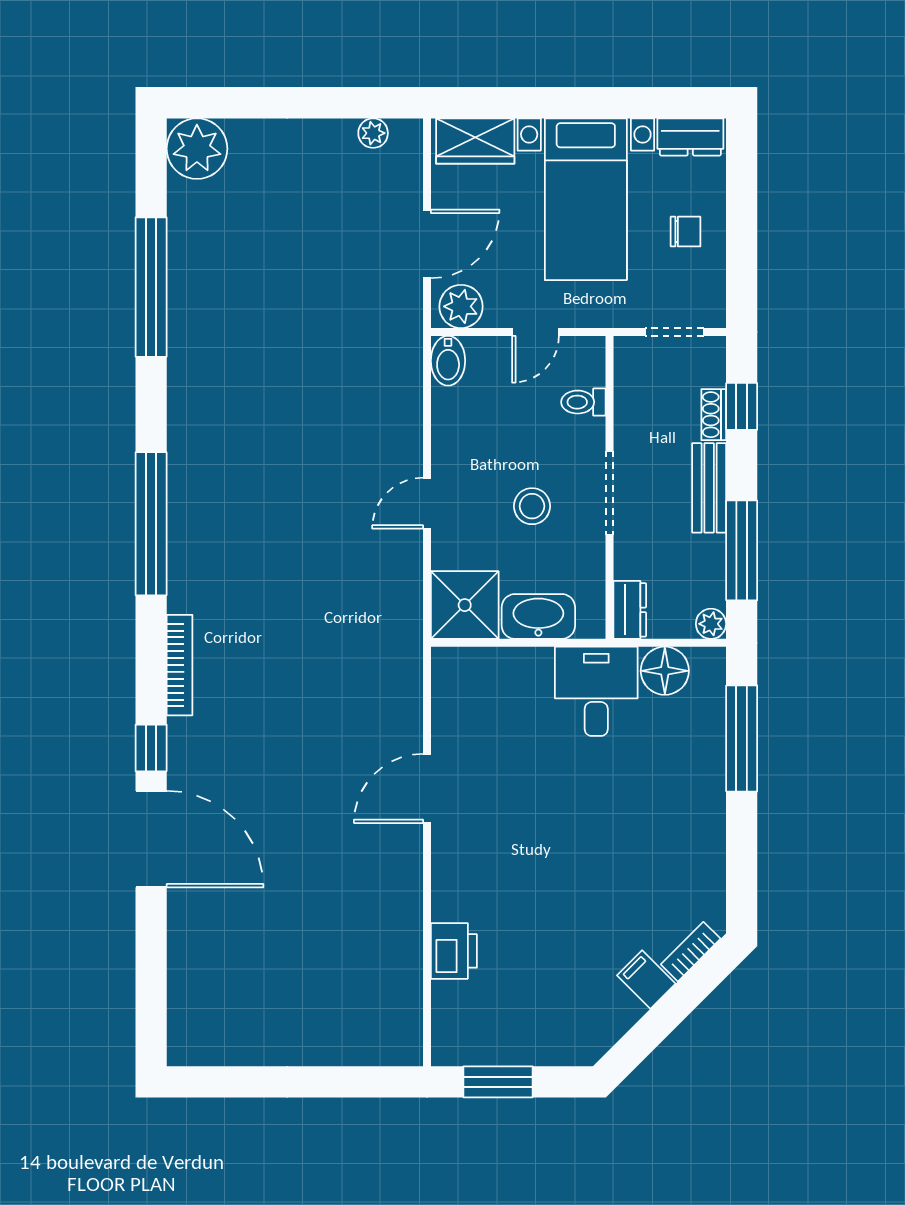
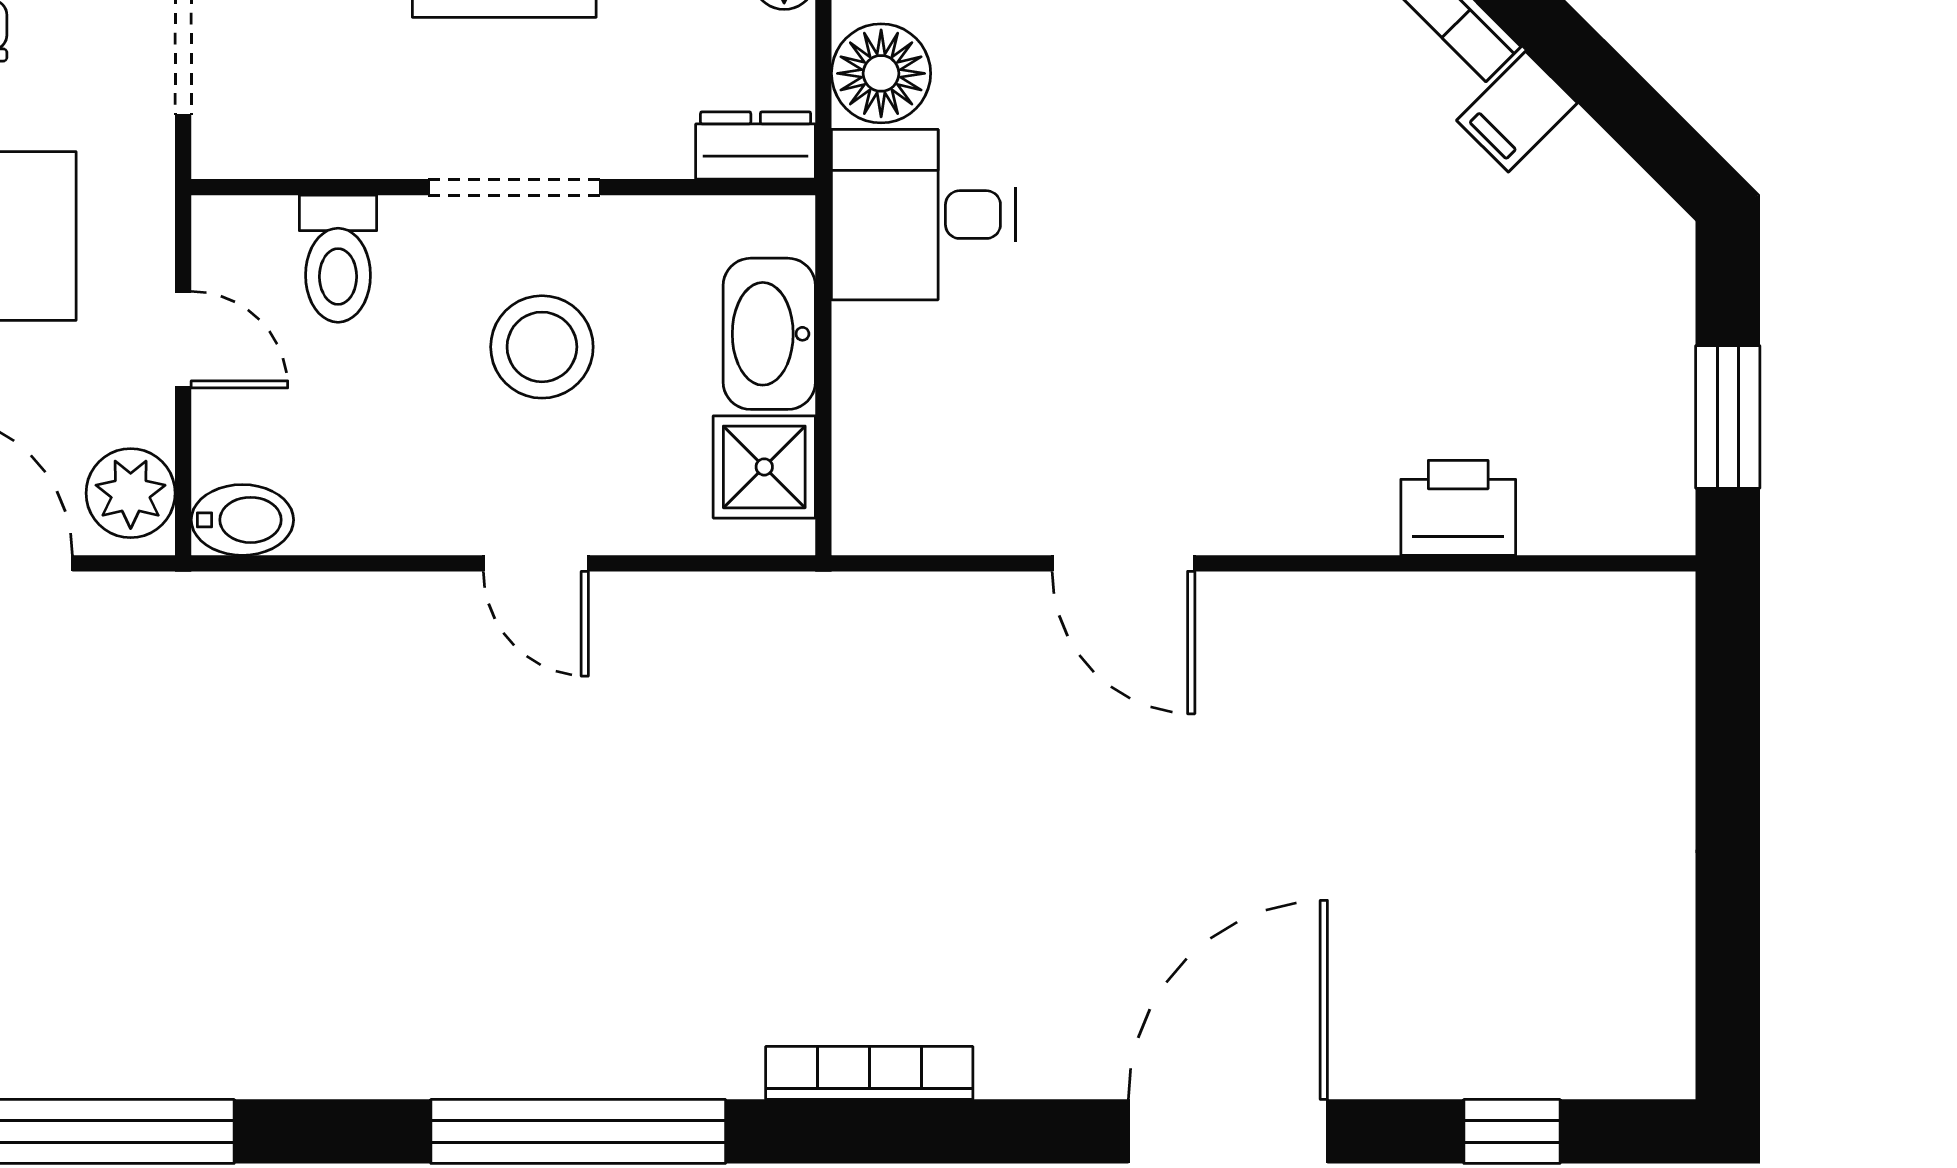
toilet: (583, 402) -> (338, 259), width x1.37, depth x1.39
stool: (532, 506) -> (542, 347), width x1.38, depth x1.38
shower: (465, 605) -> (764, 467), width x0.73, depth x0.73
window: (151, 748) -> (1512, 1131), moved

